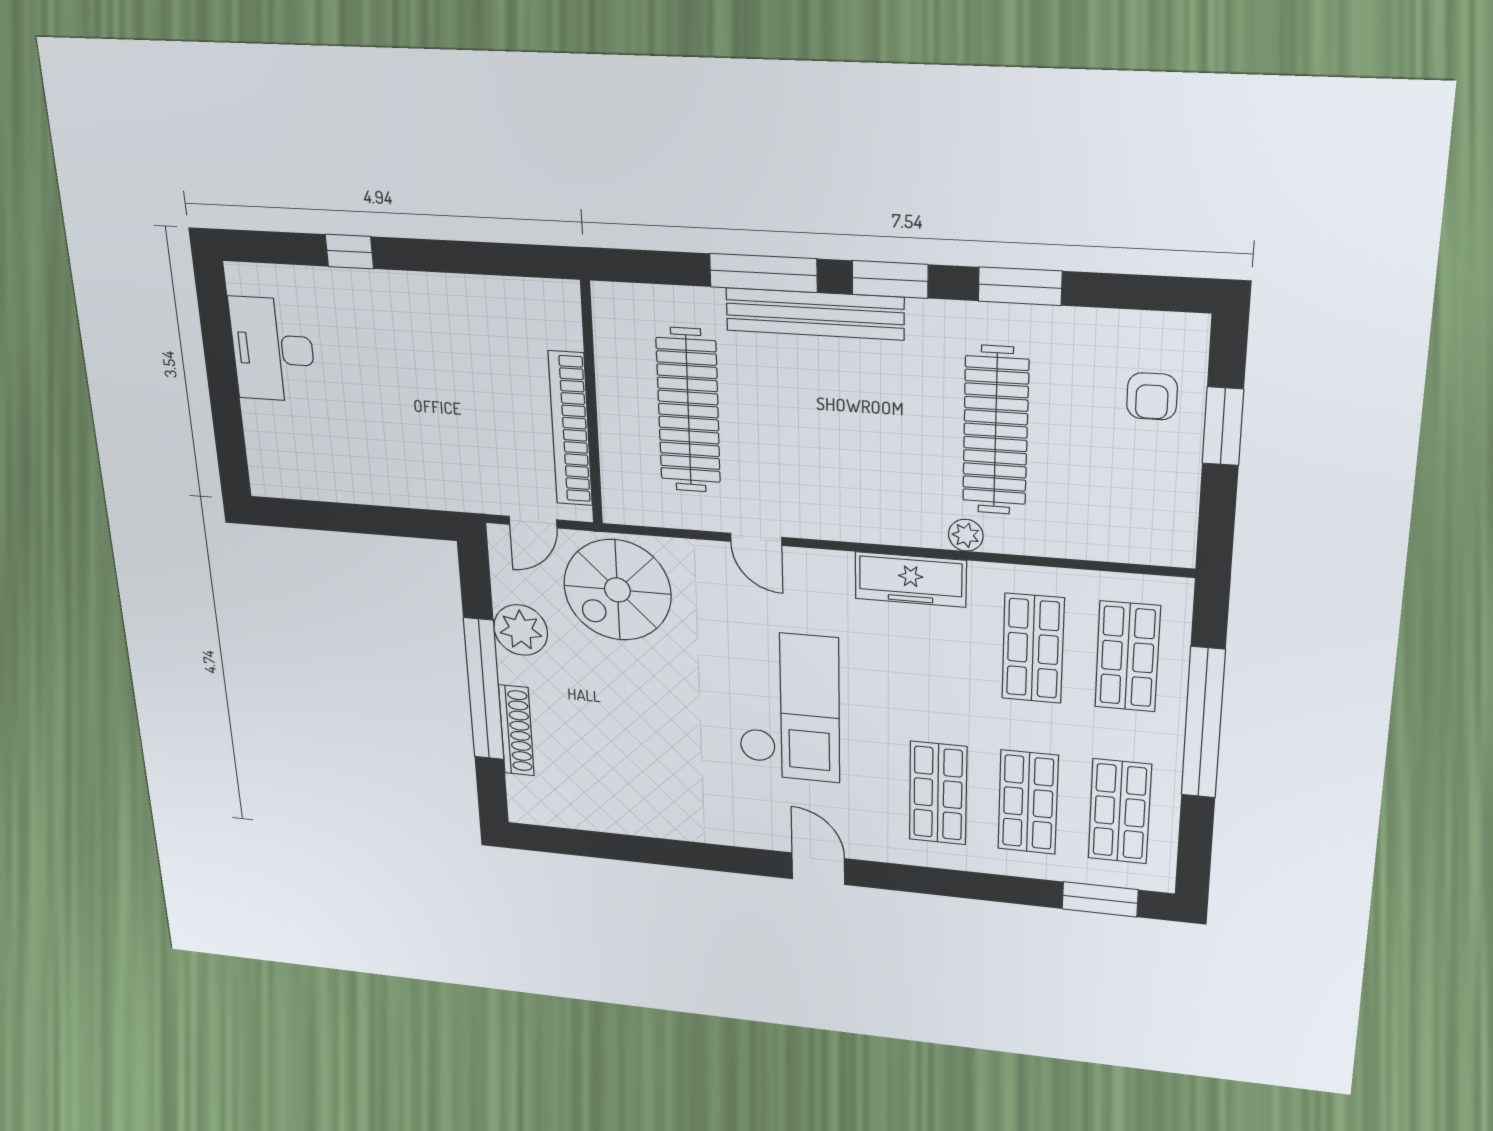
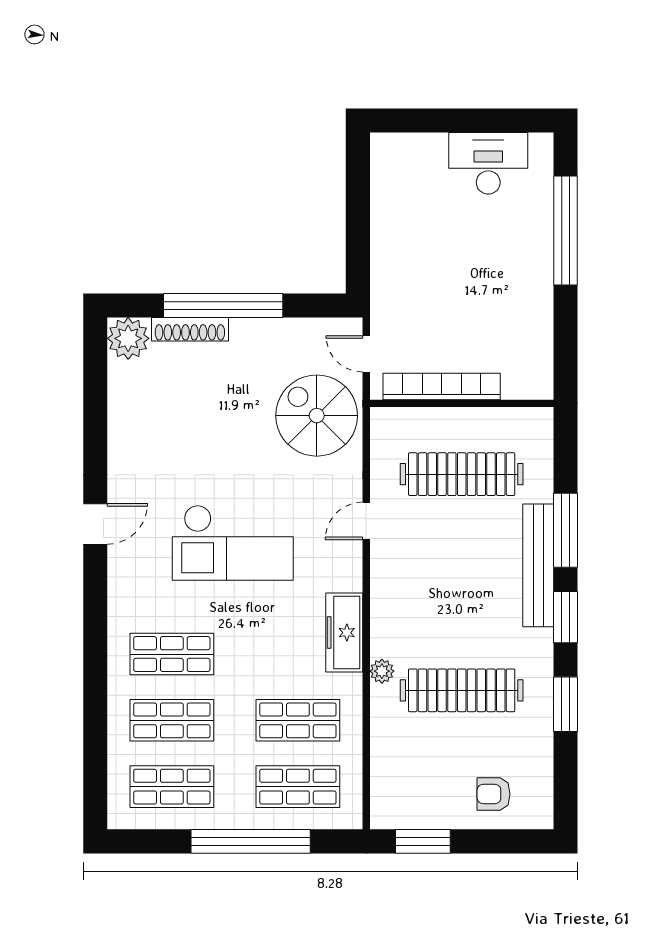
window: (349, 252) -> (566, 230), width x3.17
window: (1223, 426) -> (423, 841), moved
plant: (521, 630) -> (128, 338), moved
door: (818, 869) -> (95, 524), moved
window: (1100, 899) -> (95, 776), removed

